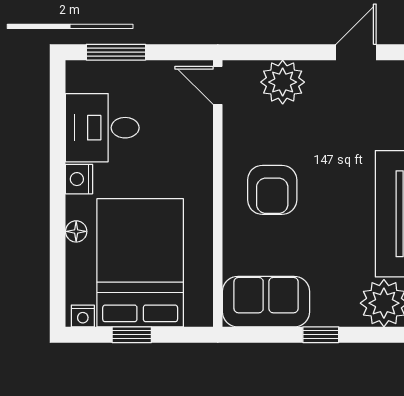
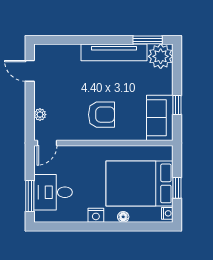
plant: (283, 82) -> (40, 115), width x0.53, depth x0.53
desk: (102, 128) -> (53, 192), moved, turned 90
window: (321, 335) -> (177, 105), moved

